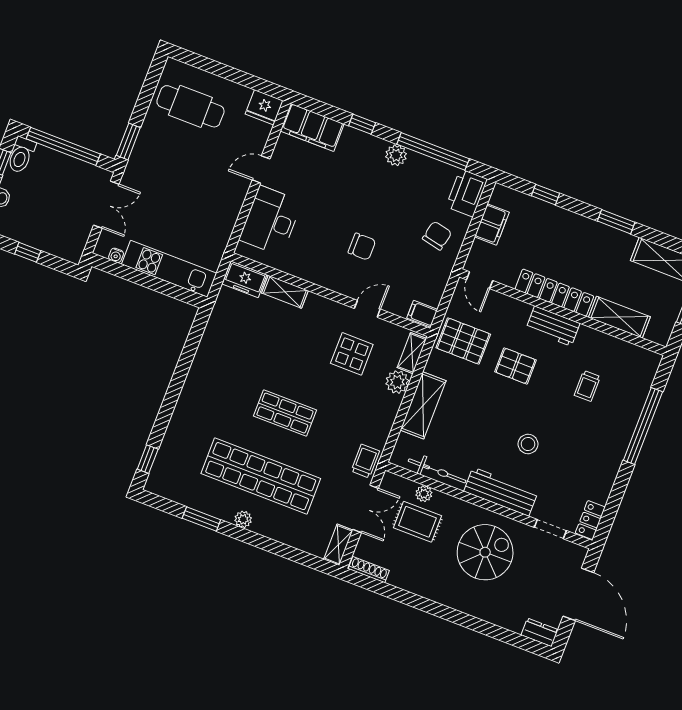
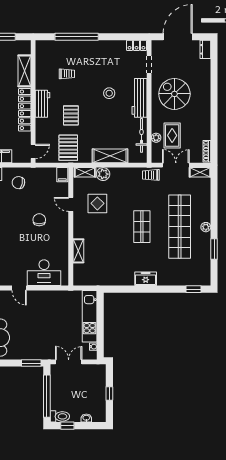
freezer: (245, 279) -> (146, 279), moved, turned -90

